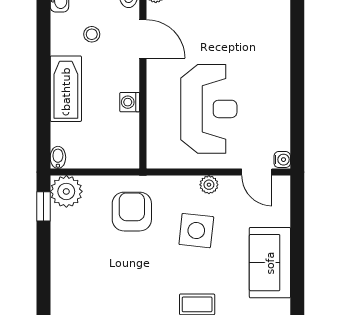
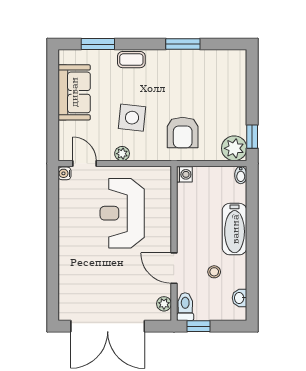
washing machine: (130, 102) -> (184, 174), moved

